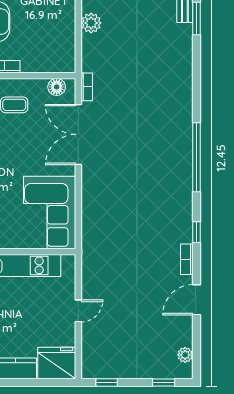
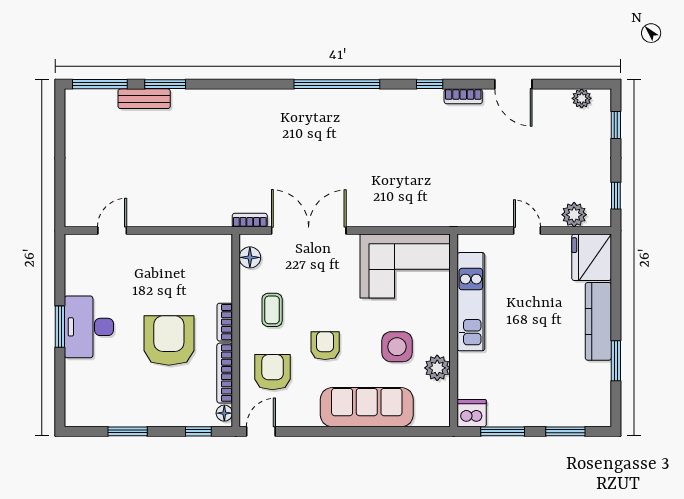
plant: (91, 23) -> (574, 215), moved
double door: (78, 134) -> (309, 231), swing flipped

